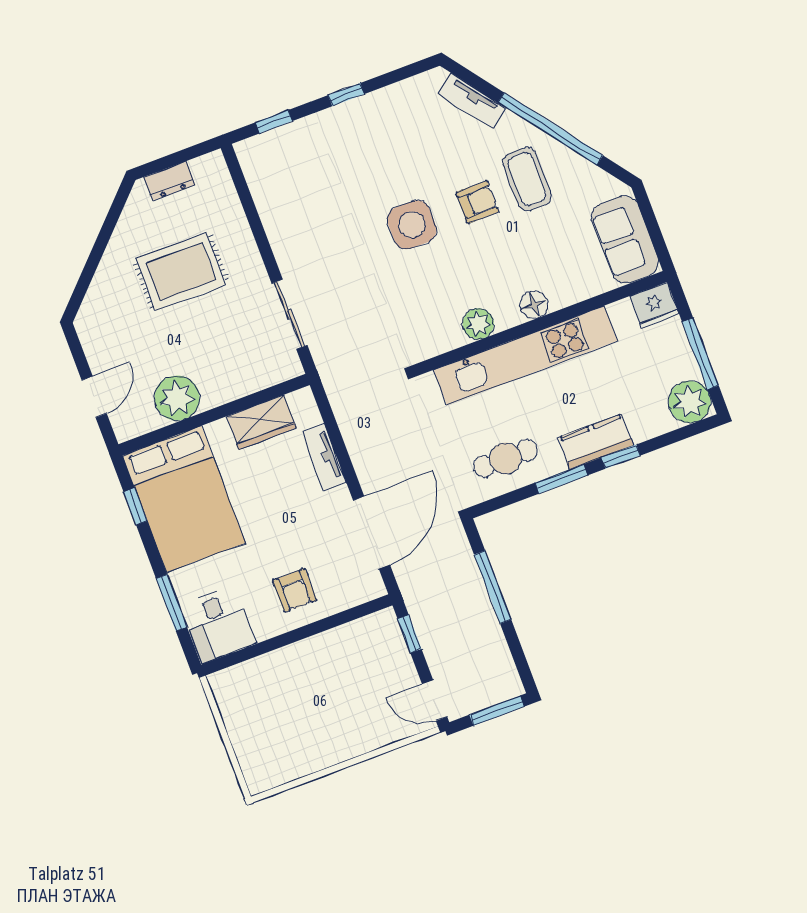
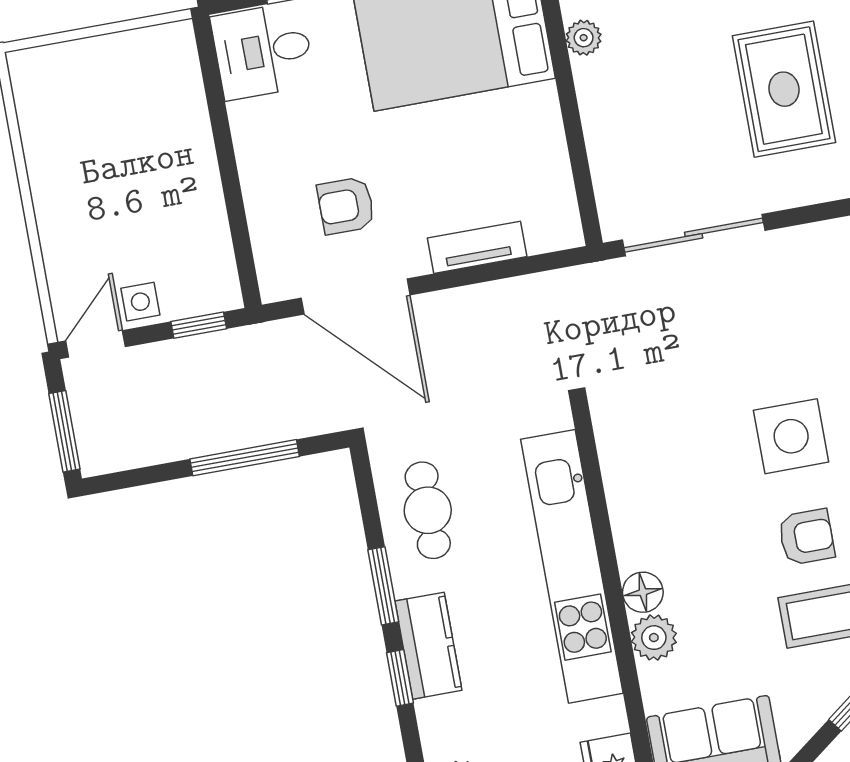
armchair: (477, 202) -> (807, 537), turned -90
sliding door: (289, 314) -> (694, 235), width x1.37
plant: (478, 324) -> (654, 638), moved
plant: (177, 398) -> (584, 38), width x0.53, depth x0.53
wardrobe: (261, 422) -> (545, 166), removed
armchair: (295, 590) -> (346, 206), moved
side table: (401, 676) -> (140, 302), added

